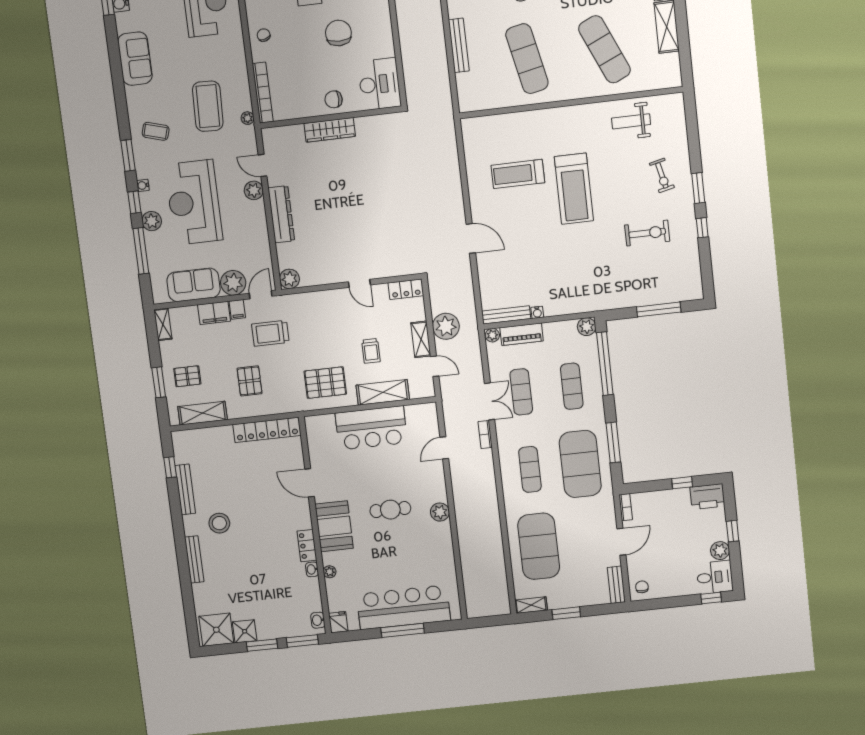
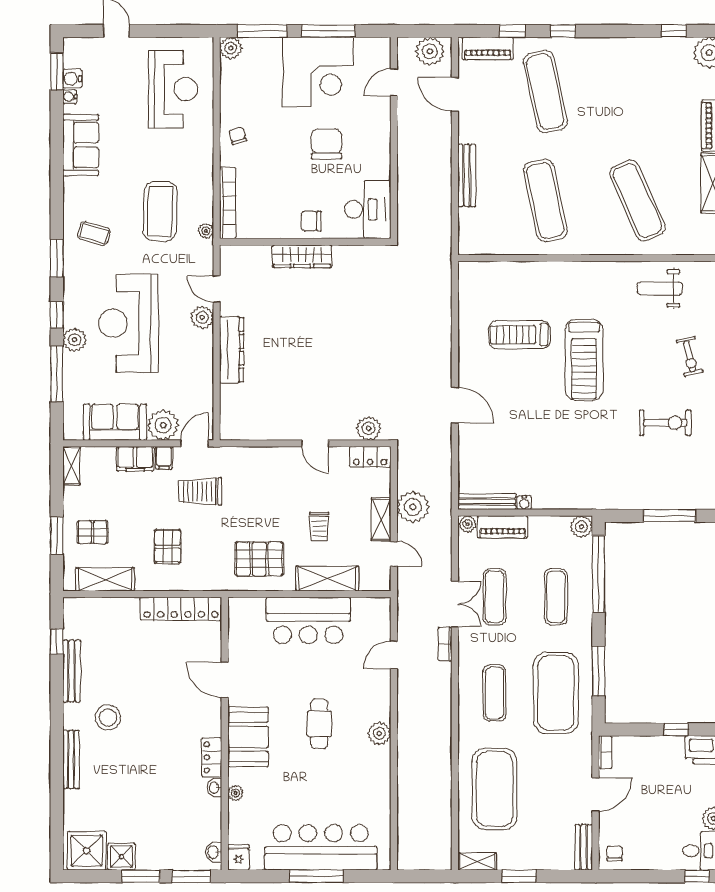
water cooler: (143, 185) -> (70, 97), moved
plant: (289, 279) -> (369, 428), moved
cafe table: (390, 510) -> (319, 724), turned 90

